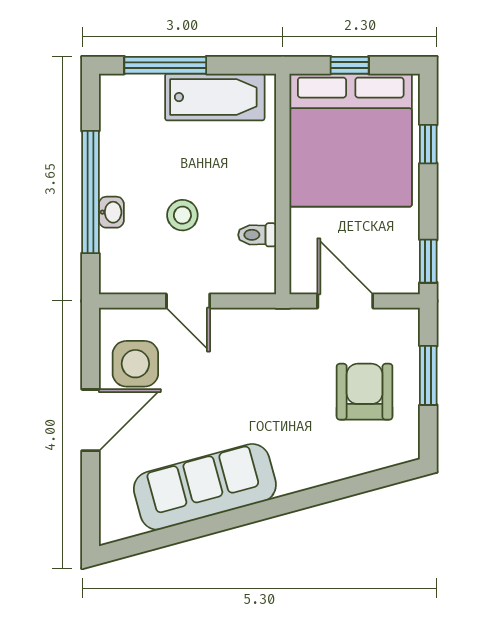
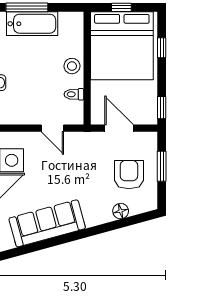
bathtub: (215, 97) -> (32, 24), moved
stool: (182, 215) -> (72, 66), moved
door: (188, 301) -> (52, 128), moved
floor lamp: (348, 463) -> (121, 211), added

